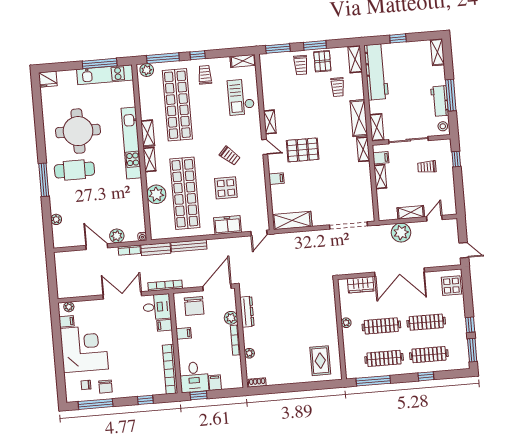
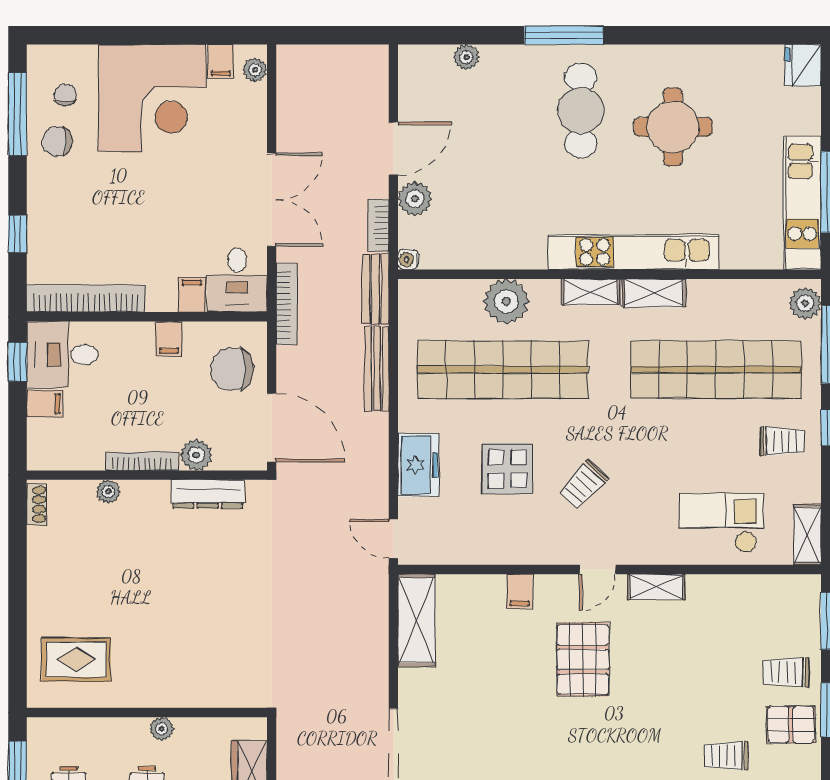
round table: (78, 131) -> (673, 127), width x0.73, depth x0.73

